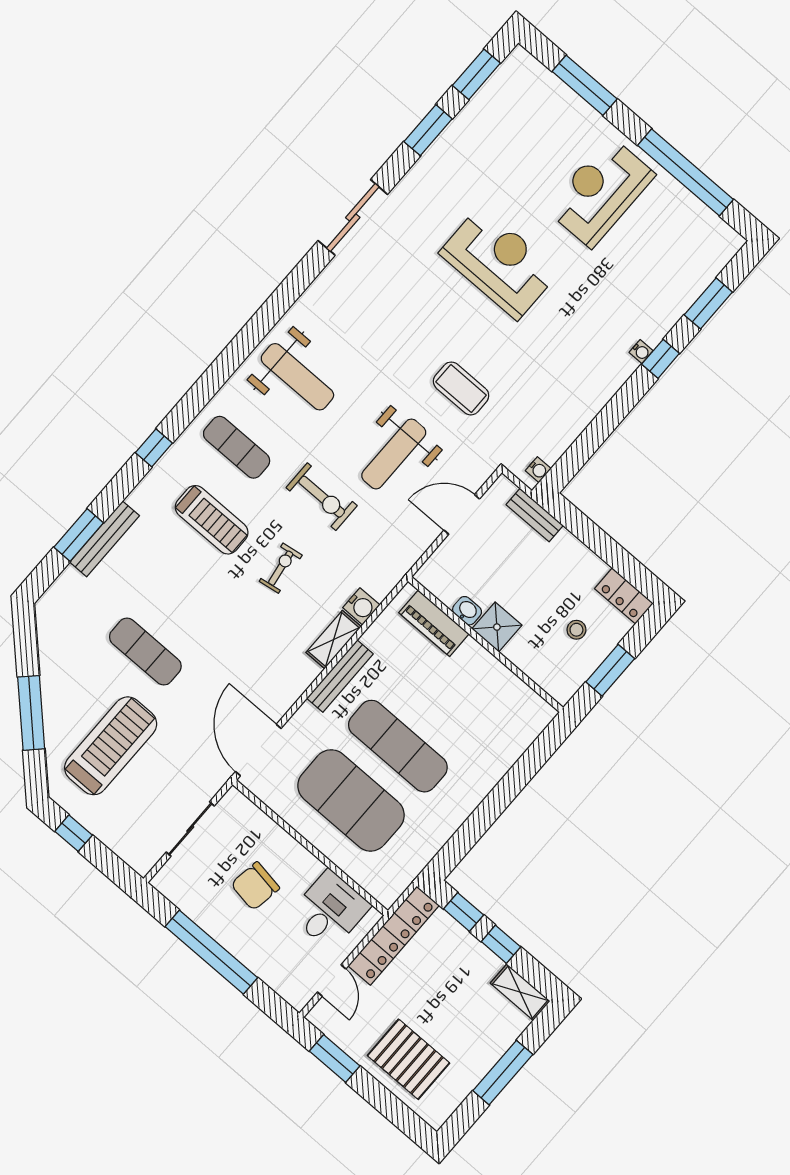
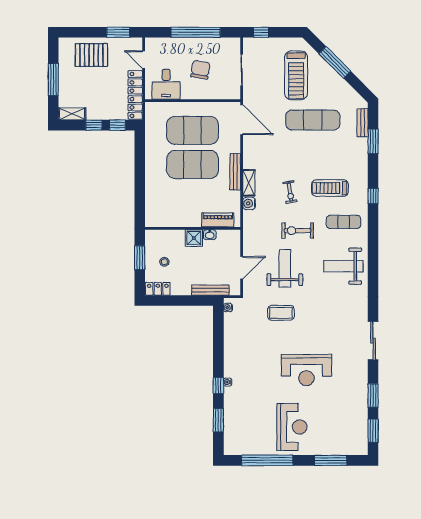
bench: (535, 515) -> (210, 290), width x1.36
bench: (105, 539) -> (363, 123), moved, width x0.73
exercise mat: (145, 652) -> (313, 120), width x1.36, depth x1.45
exercise mat: (398, 746) -> (193, 164), width x1.47
window: (74, 833) -> (261, 32), moved

